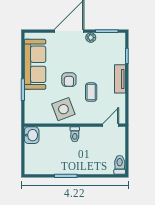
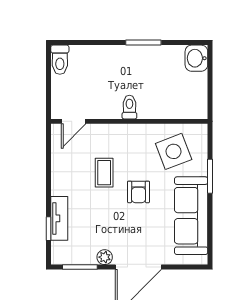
tv unit: (120, 79) -> (59, 218), moved
armchair: (69, 80) -> (139, 192), turned 180
side table: (63, 109) -> (174, 151), moved
washbasin: (32, 135) -> (196, 58), moved

